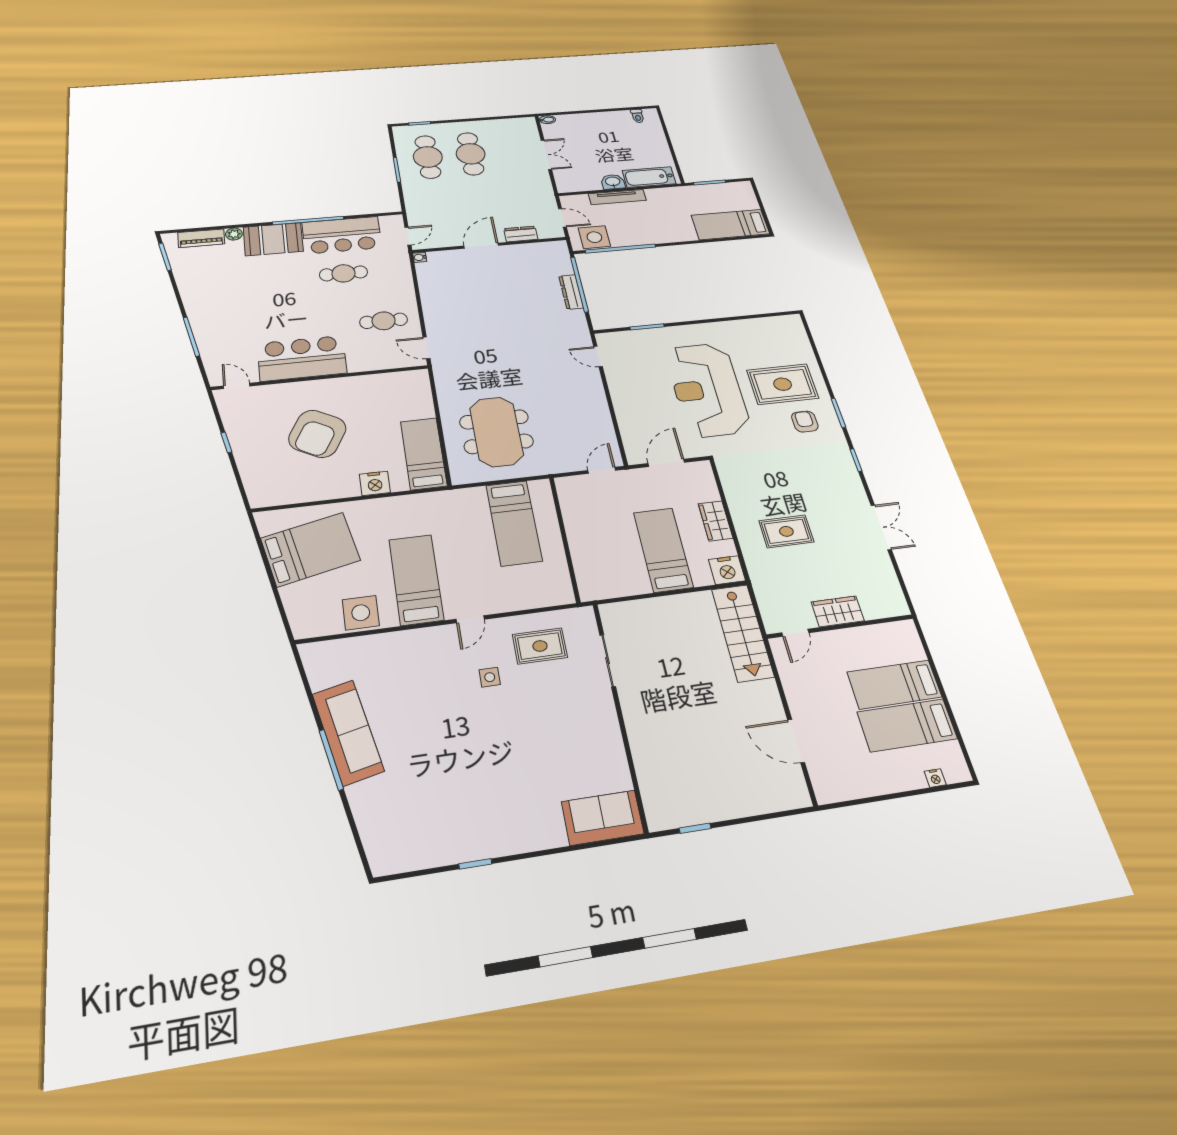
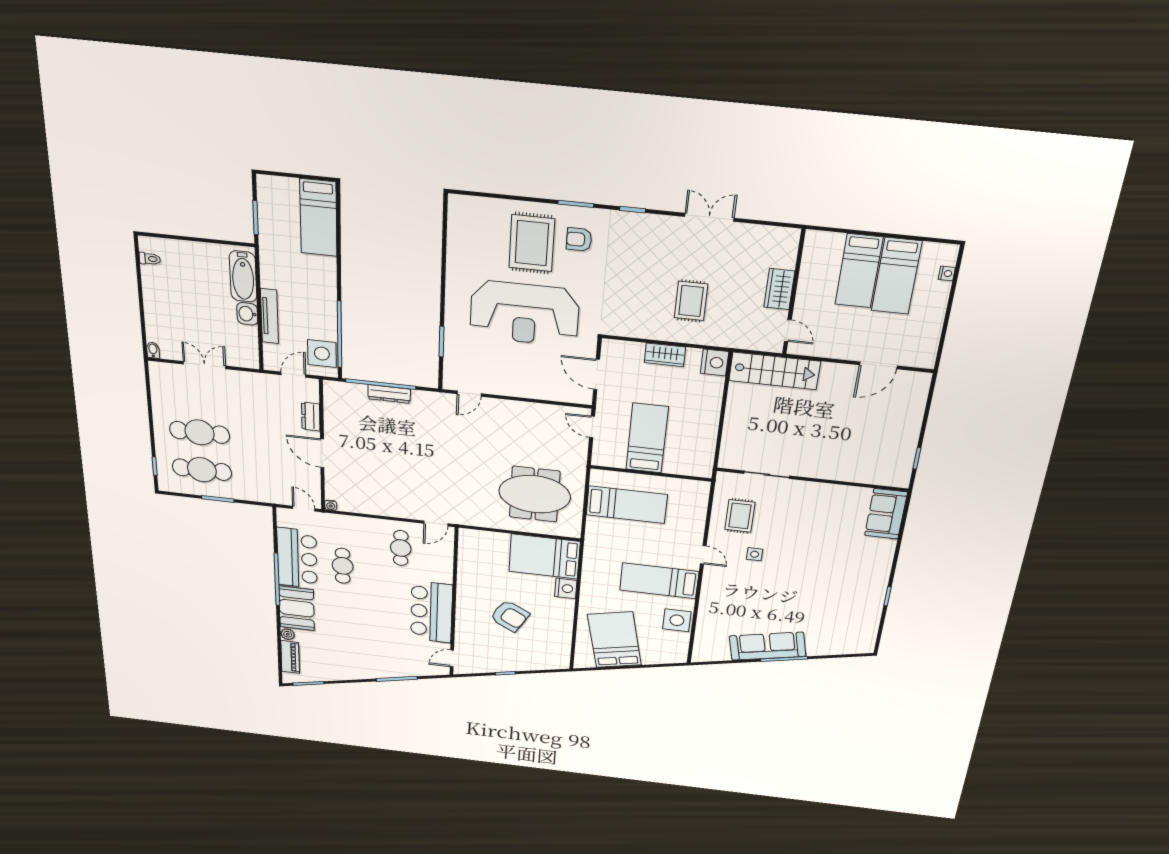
armchair: (317, 434) -> (510, 616), width x0.73, depth x0.73
bed: (424, 453) -> (544, 557), width x1.50
bed: (663, 550) -> (647, 438), moved, turned 90

